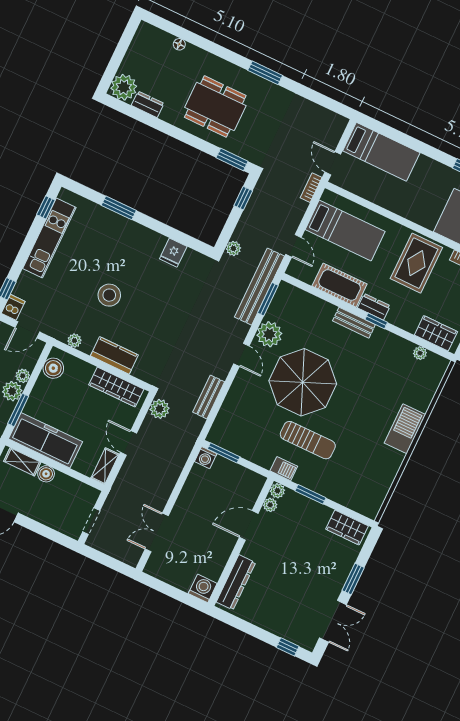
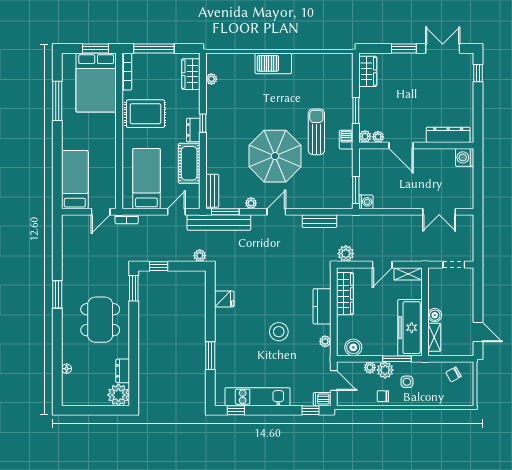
bench: (354, 323) -> (212, 191), moved
plant: (269, 334) -> (251, 203), width x0.53, depth x0.53

